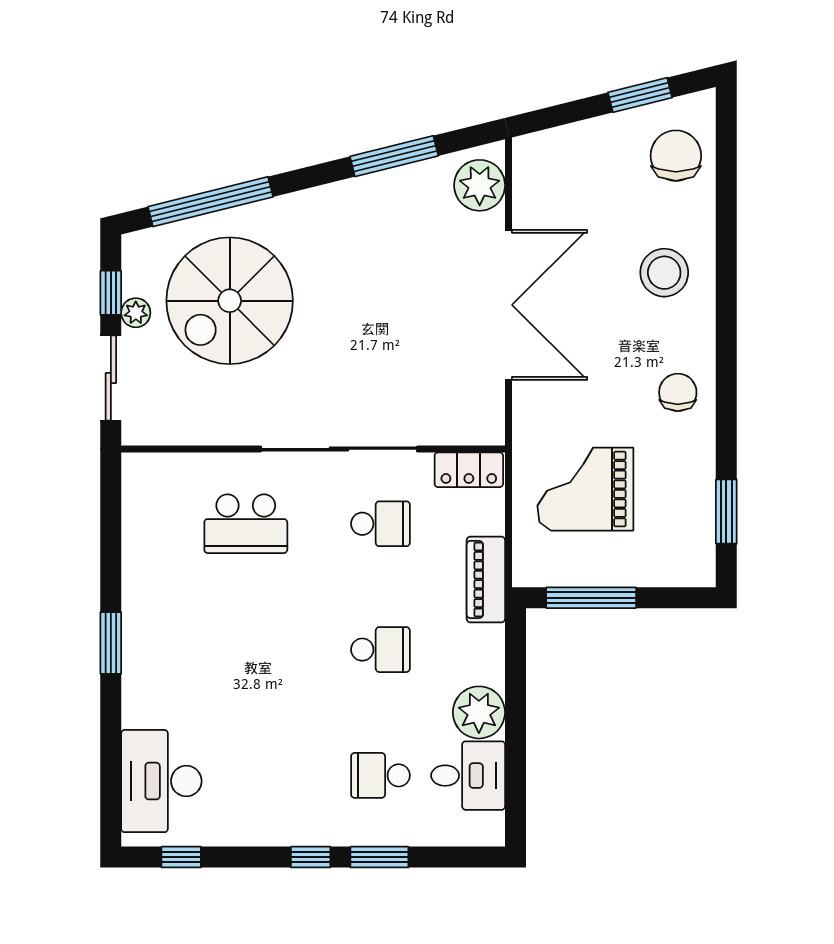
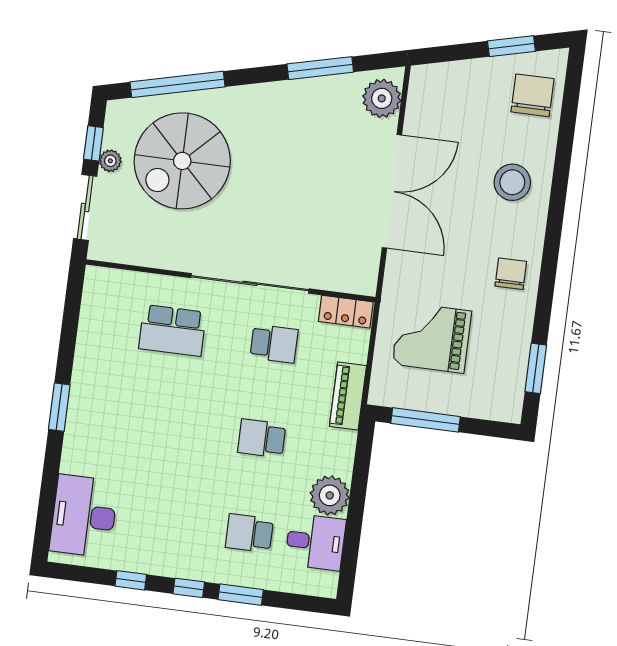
school desk: (380, 650) -> (262, 438), turned 180
window: (181, 857) -> (131, 580), moved

